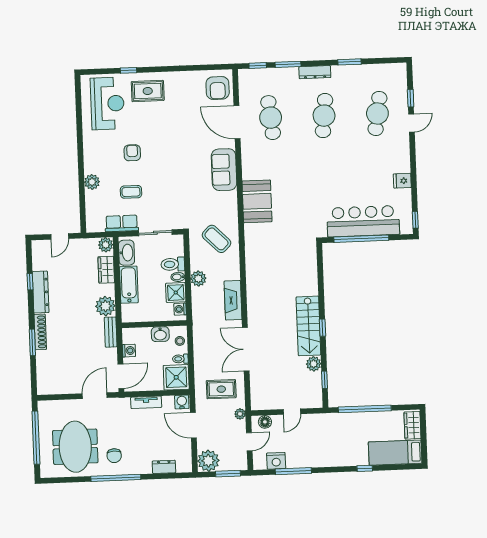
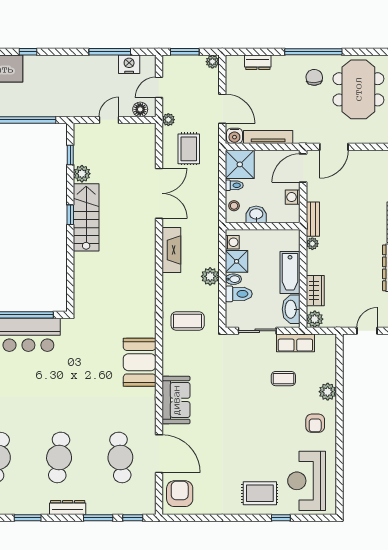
armchair: (132, 153) -> (315, 423), moved
coffee table: (216, 239) -> (188, 321), turned -45
plant: (105, 306) -> (312, 244), width x0.53, depth x0.53
rug: (221, 389) -> (189, 149), turned 90
tv unit: (146, 402) -> (268, 137), width x1.41
plant: (208, 461) -> (212, 62), width x0.53, depth x0.53

